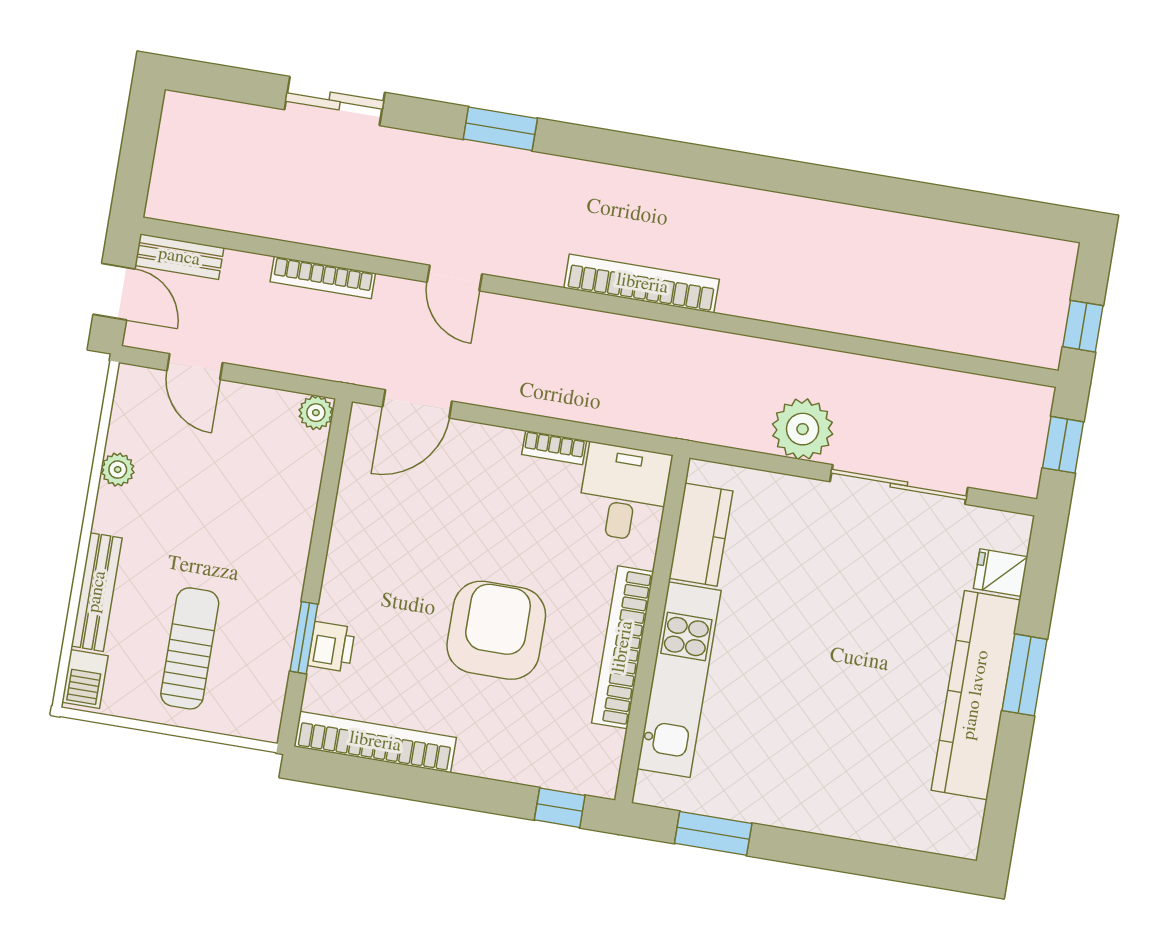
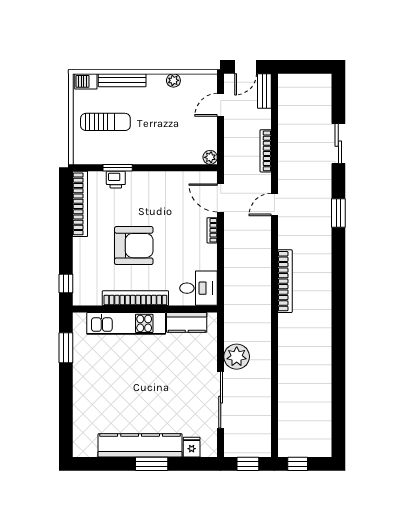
bookcase: (554, 448) -> (212, 230), moved

